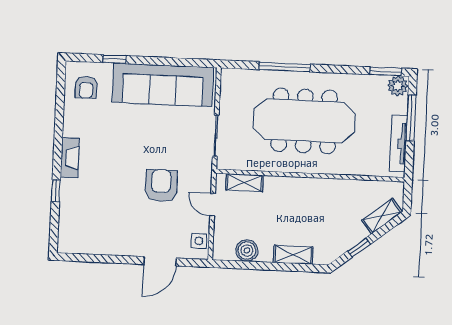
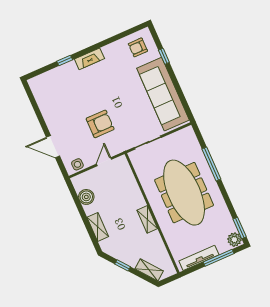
shelving: (245, 183) -> (147, 219), moved

